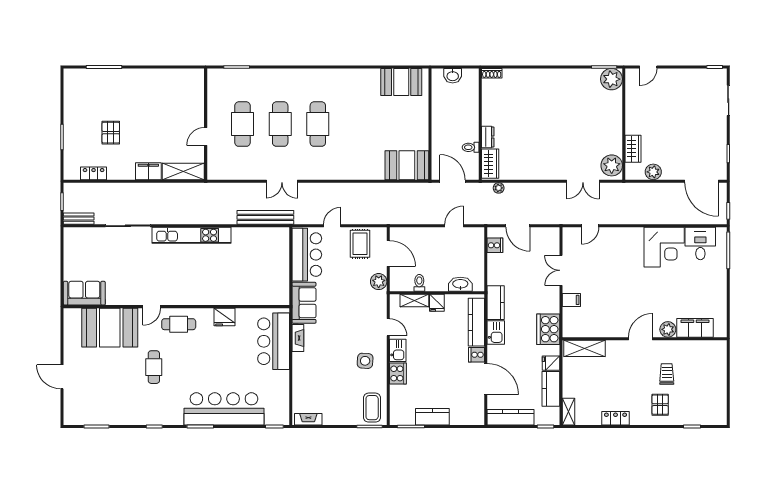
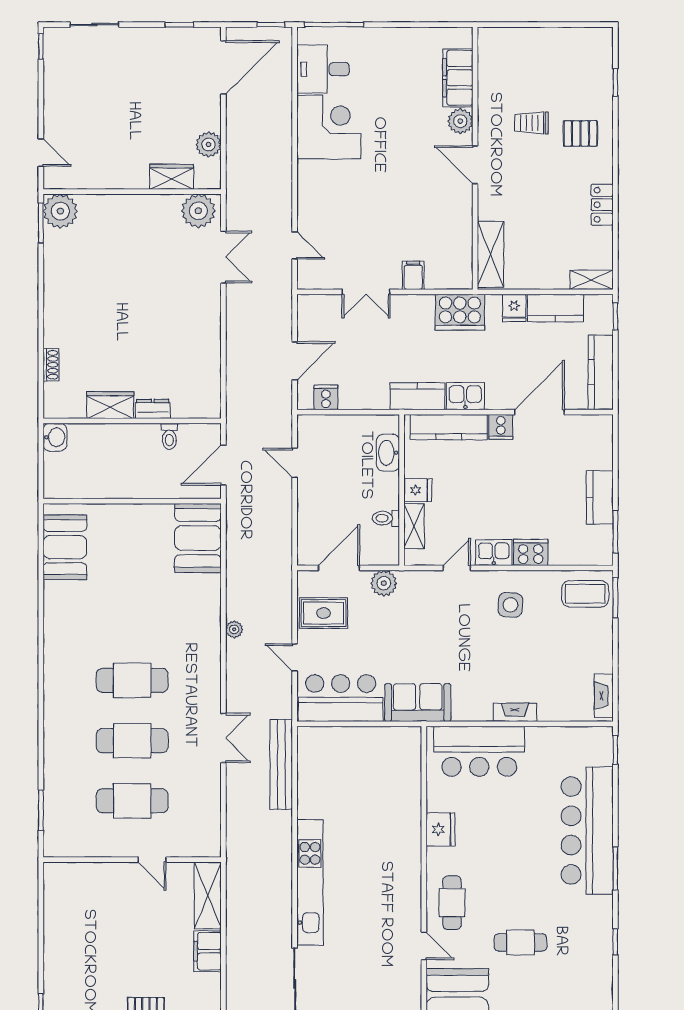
shoe rack: (492, 73) -> (51, 365), moved
washbasin: (453, 76) -> (55, 437), moved
wardrobe: (490, 164) -> (110, 405), moved
plant: (499, 188) -> (234, 629), moved
fireplace: (298, 338) -> (515, 712), moved

